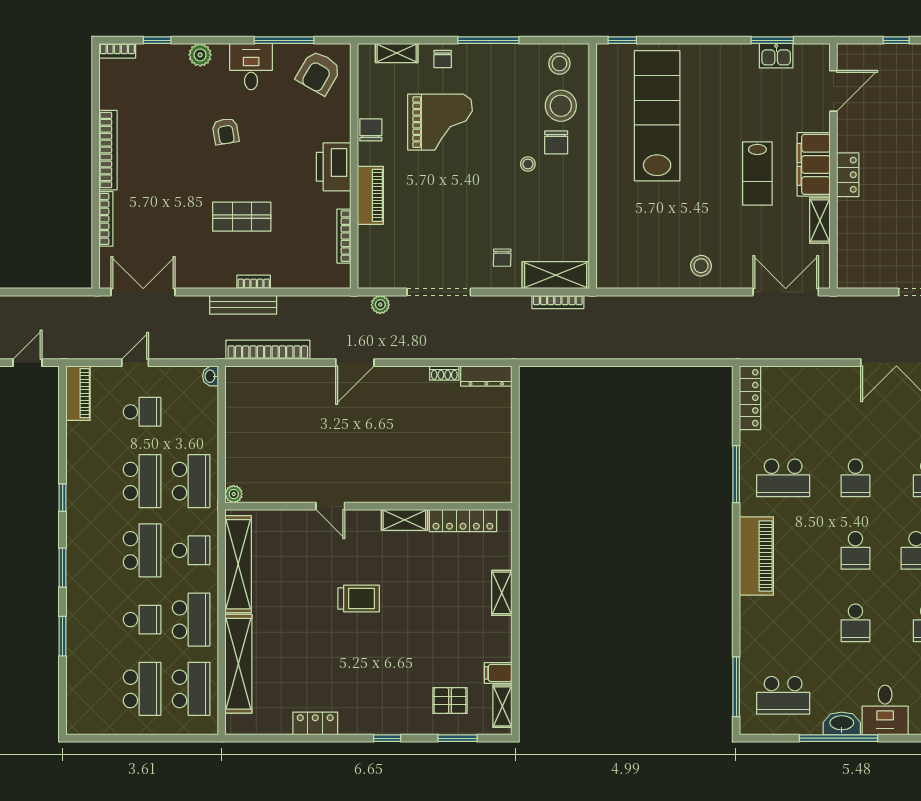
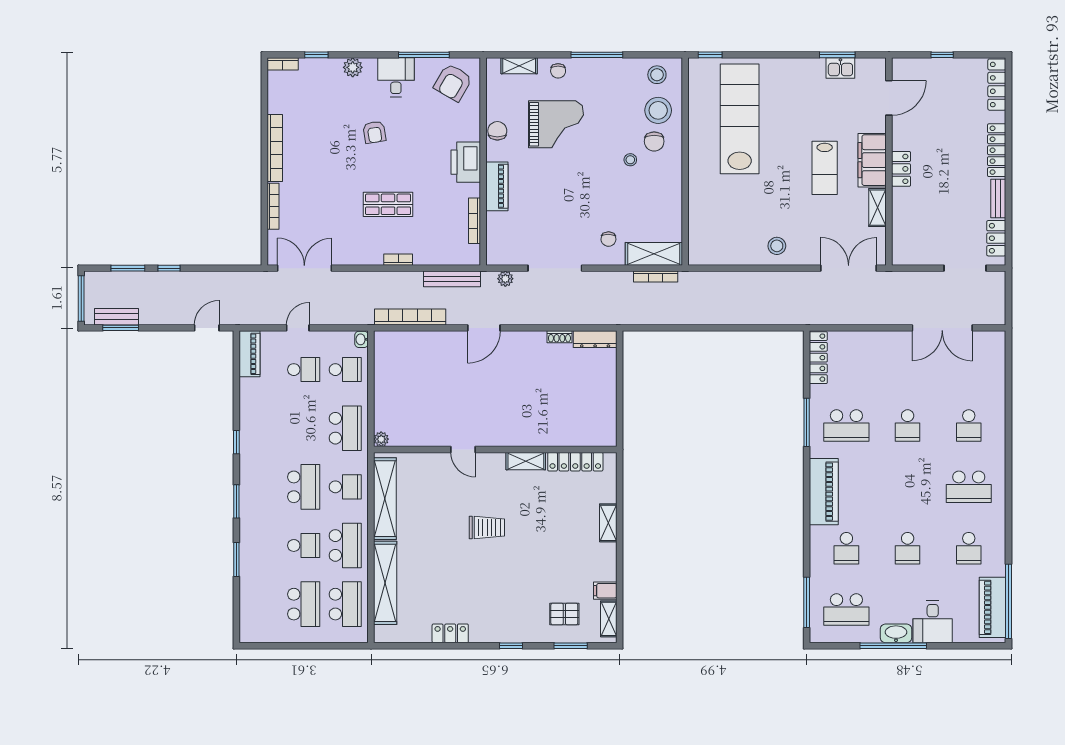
bench: (243, 305) -> (452, 279), moved
school desk: (142, 481) -> (345, 370), moved, width x0.54
school desk: (855, 550) -> (846, 548), moved

